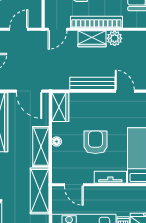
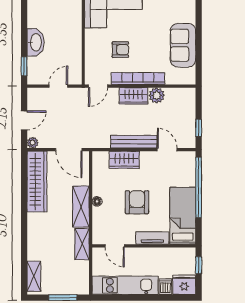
wardrobe: (60, 107) -> (124, 160), moved, turned 90
shelving: (40, 191) -> (82, 244), width x0.67, depth x0.75

